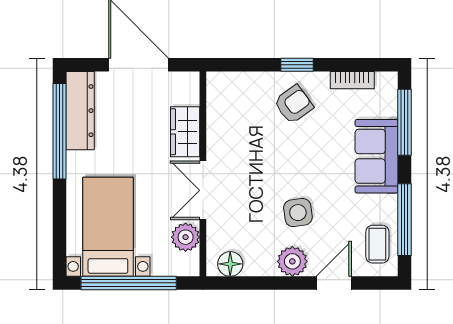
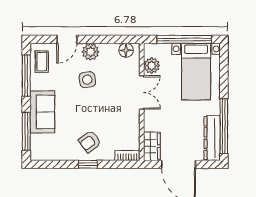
bookcase: (352, 80) -> (127, 156), moved
wardrobe: (185, 132) -> (152, 146), moved

